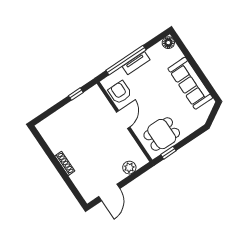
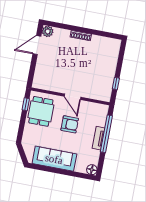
armchair: (120, 92) -> (70, 124), moved
plant: (129, 168) -> (48, 31), moved
door: (109, 193) -> (37, 45), hinge flipped

